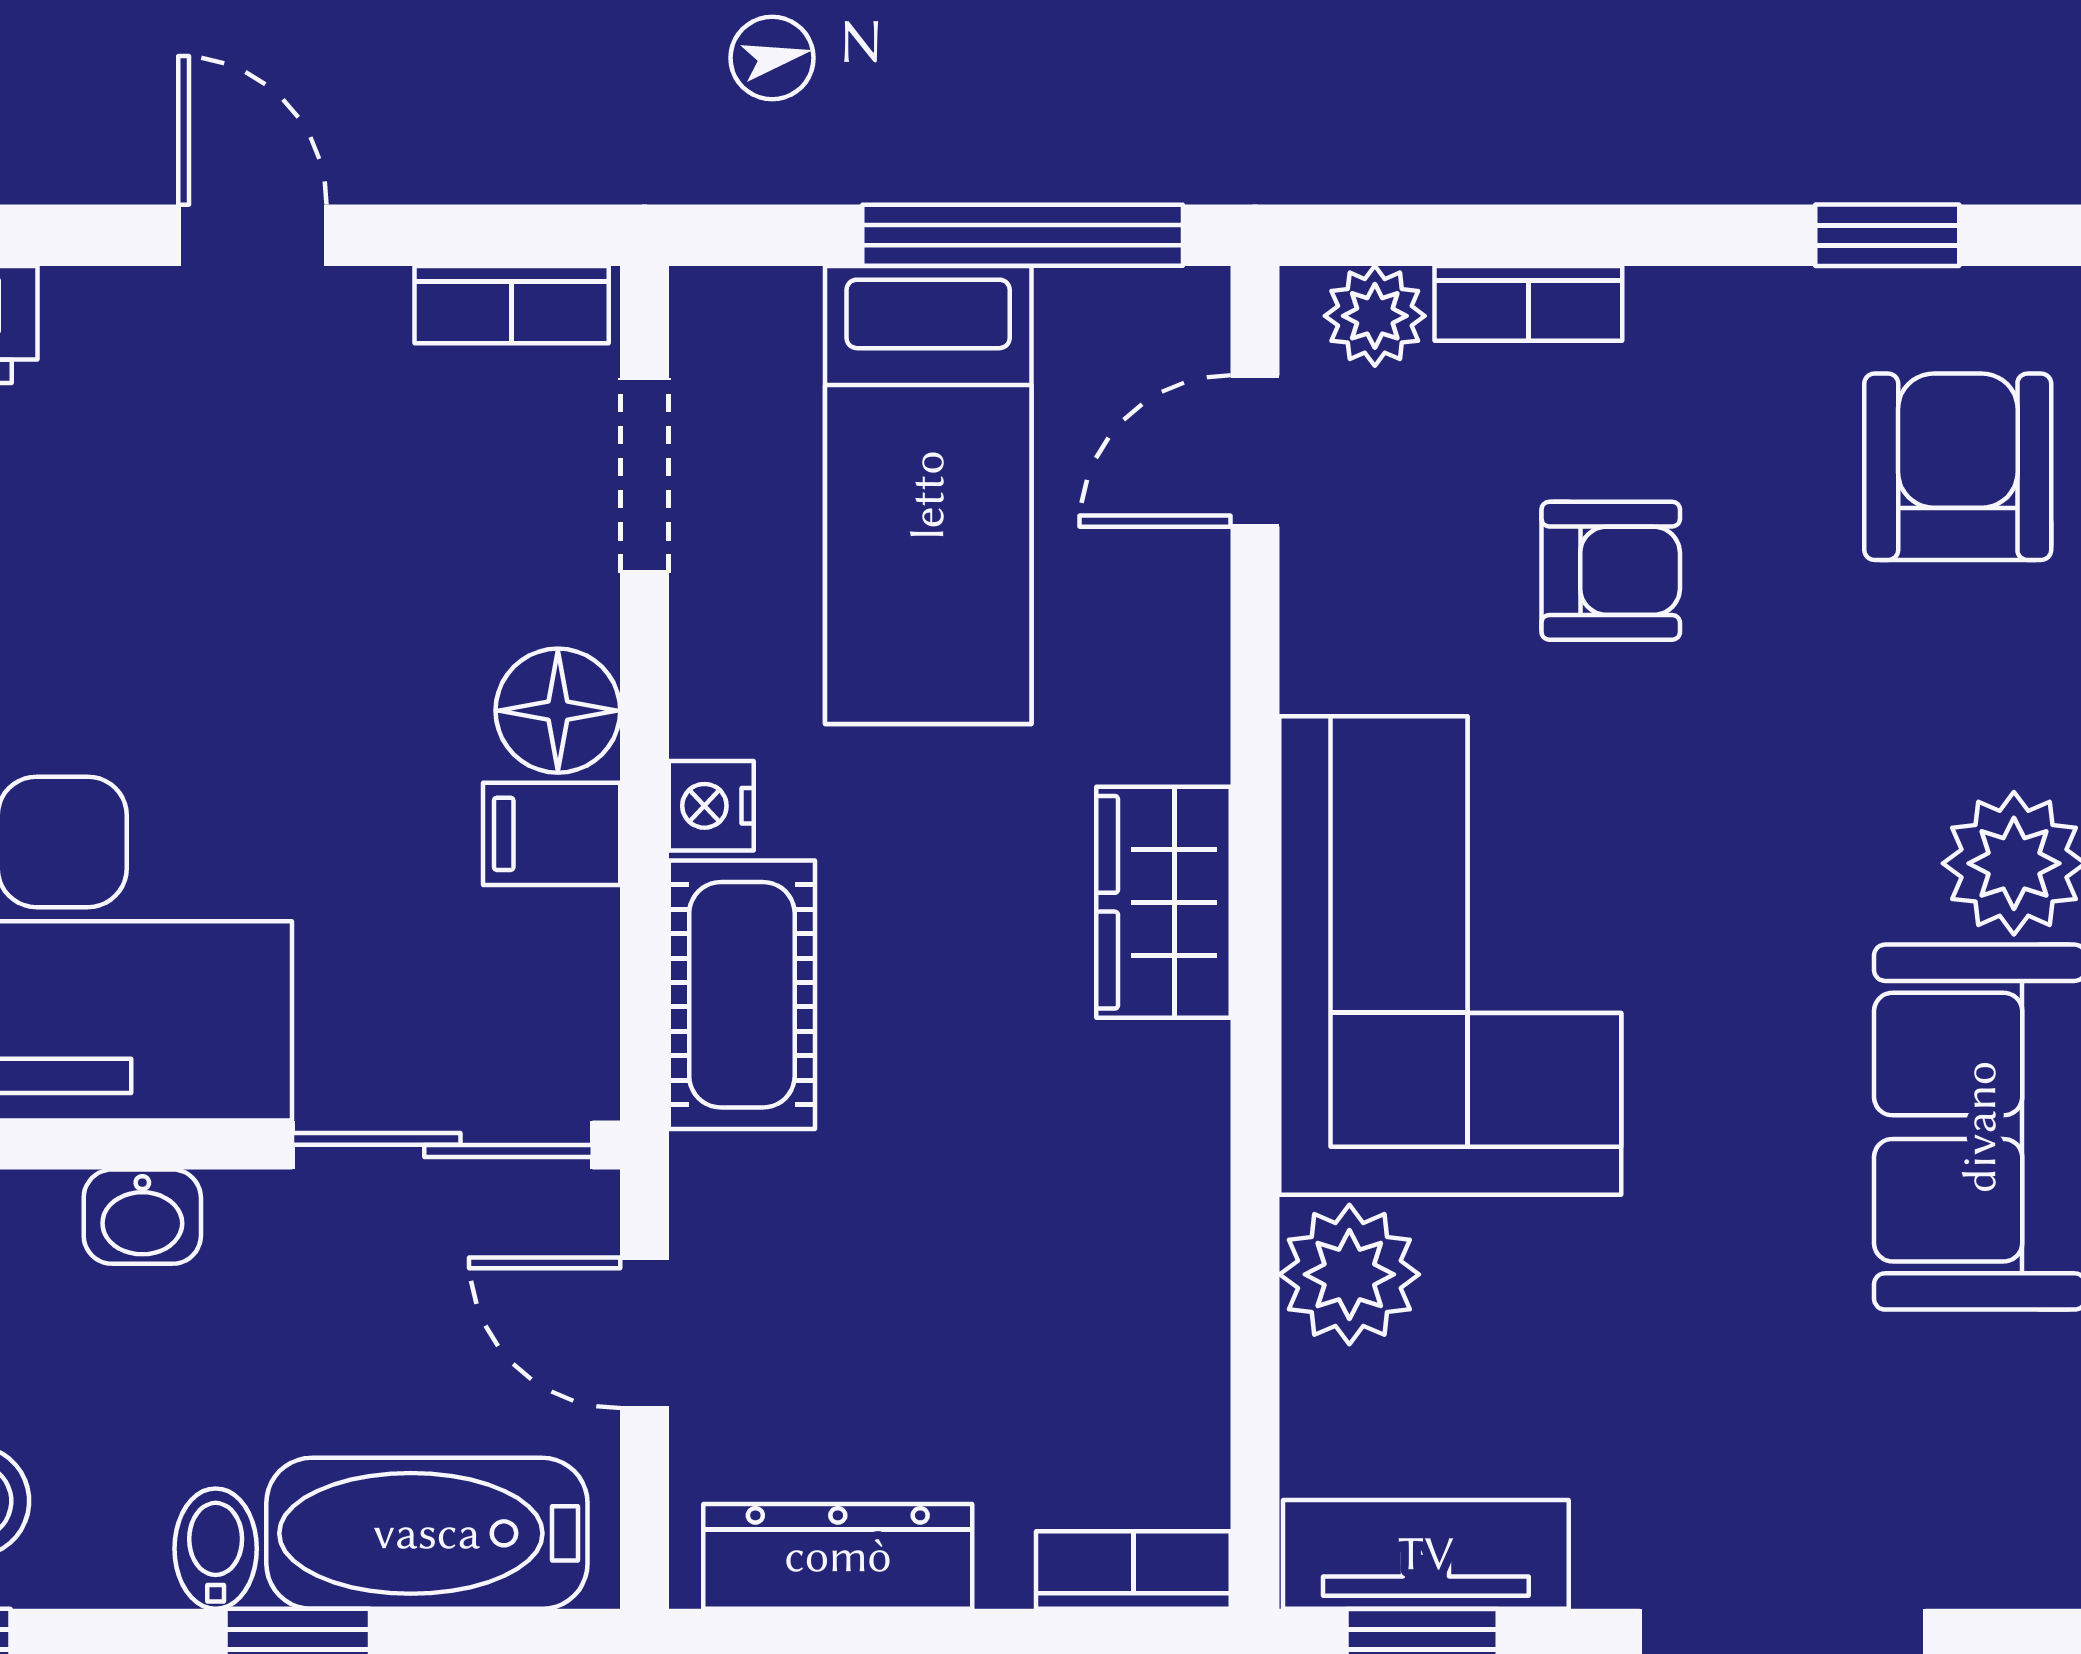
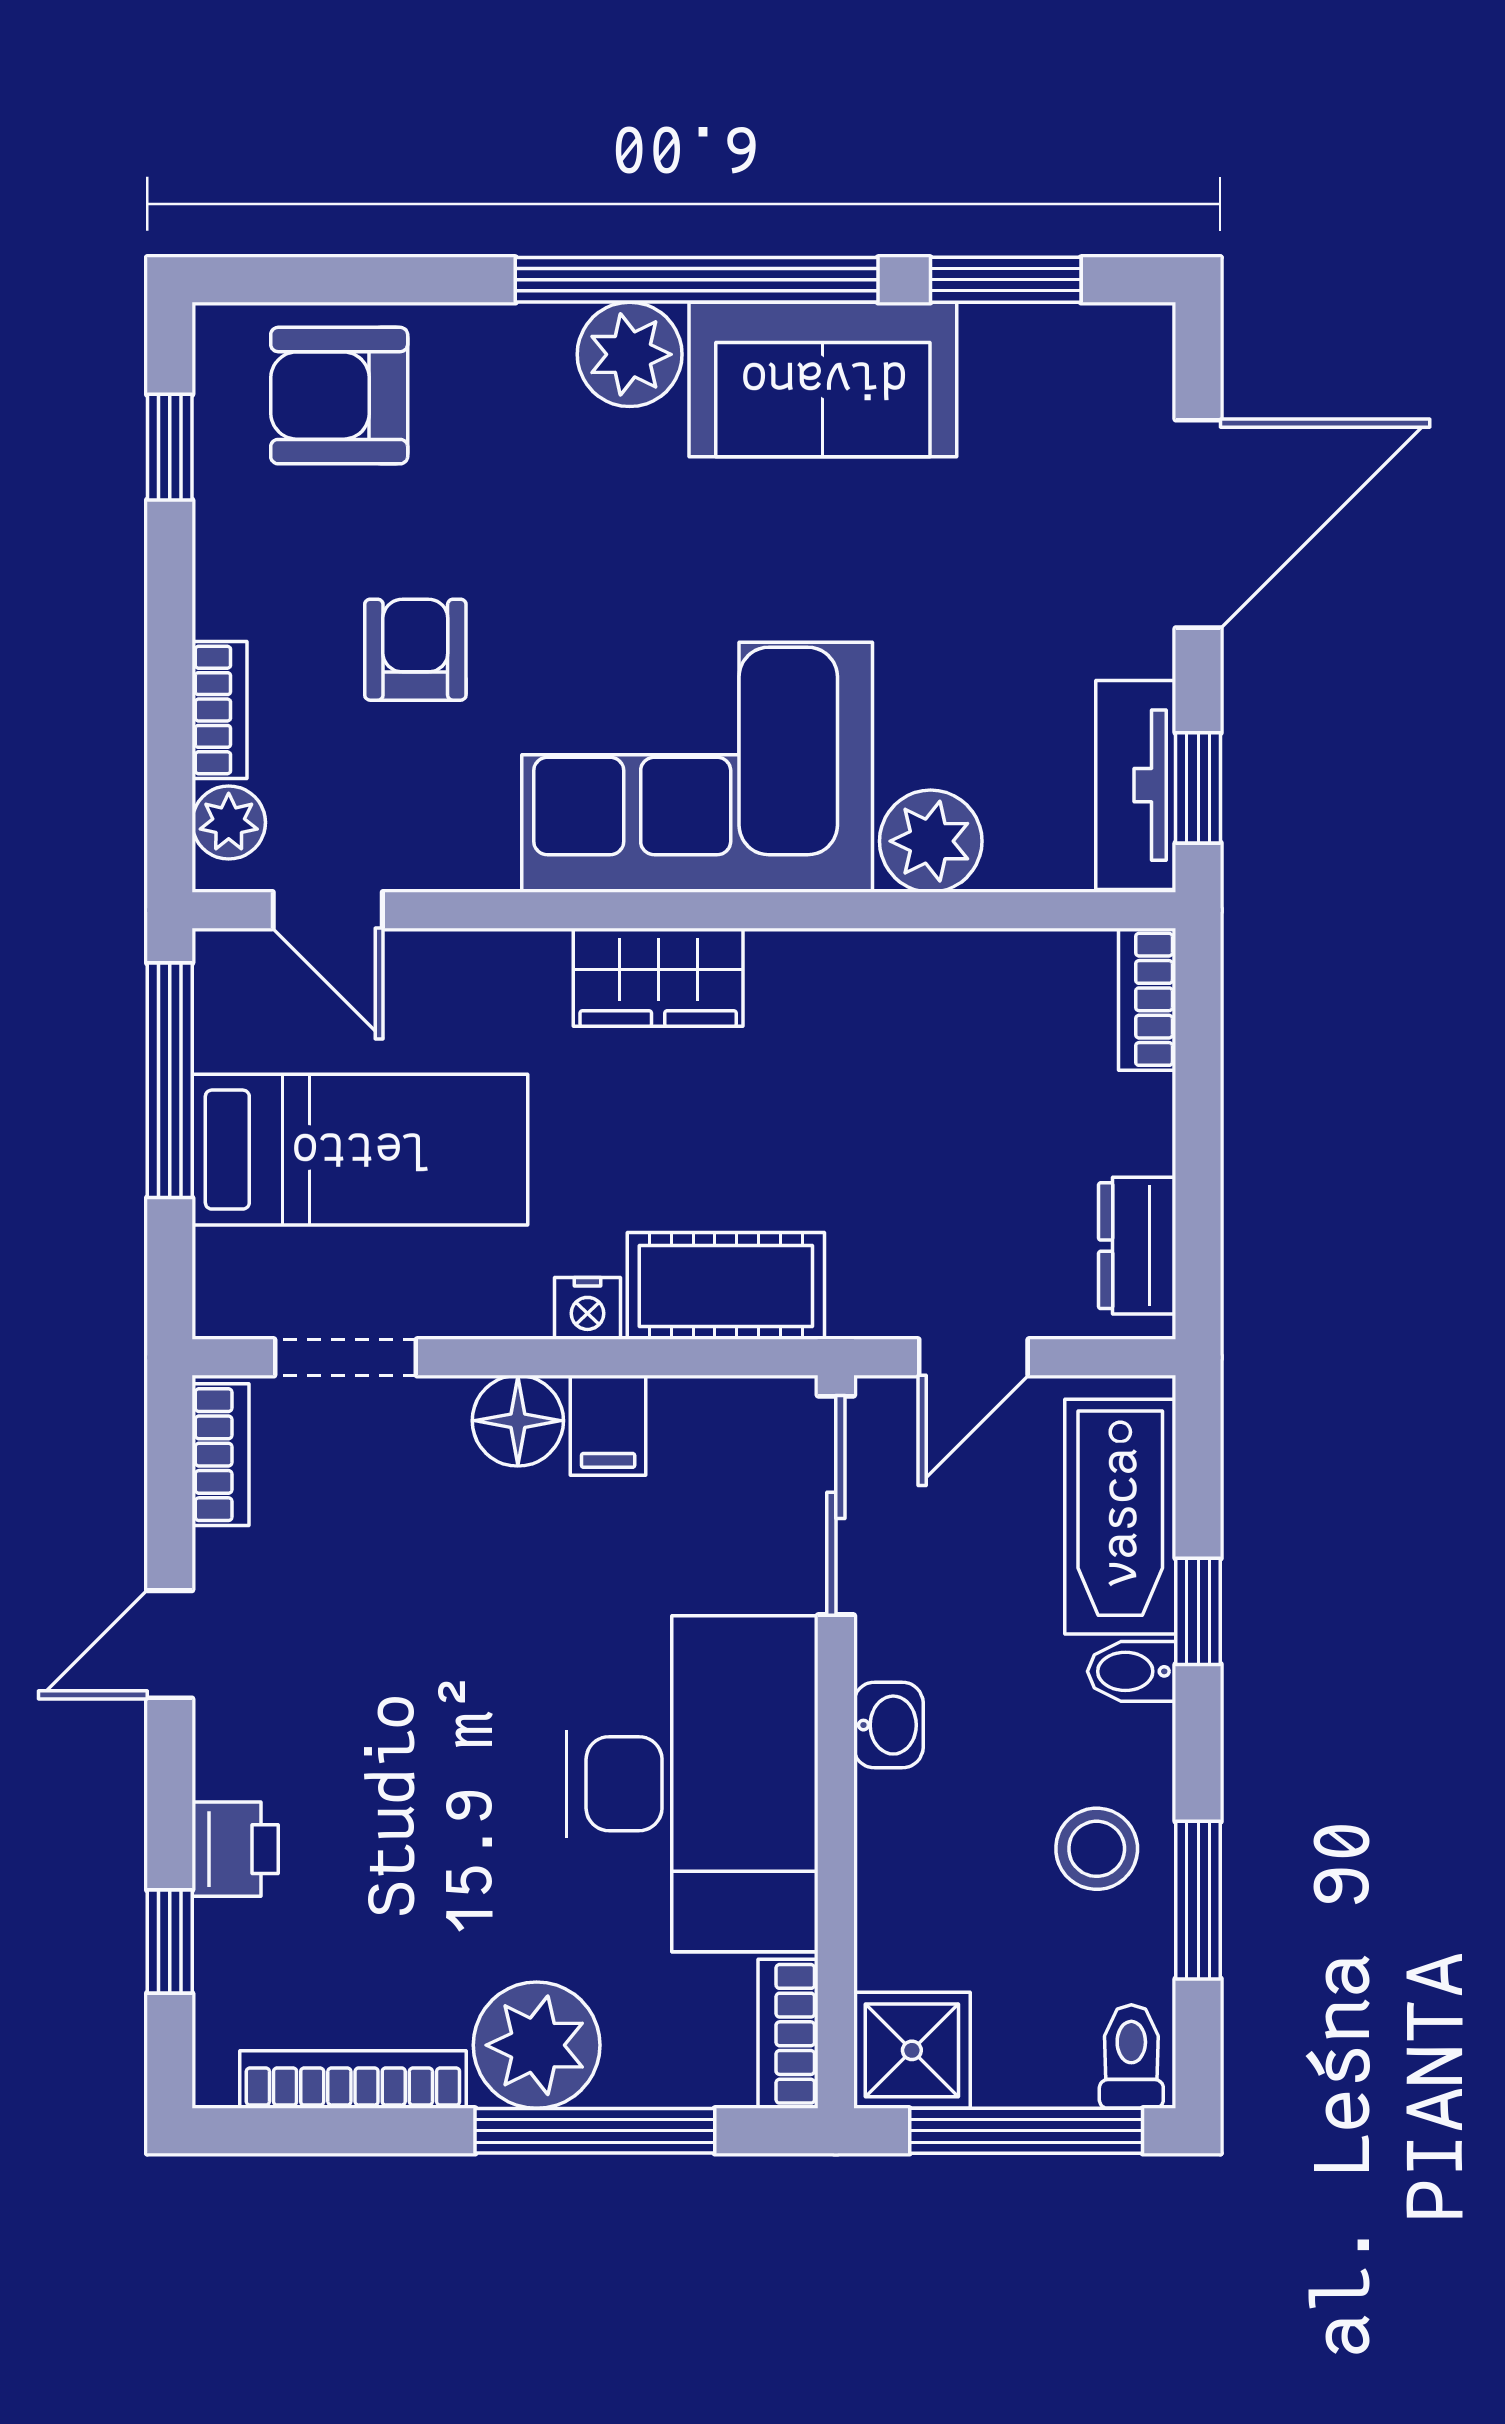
dresser: (838, 1556) -> (1137, 1246), width x0.70

